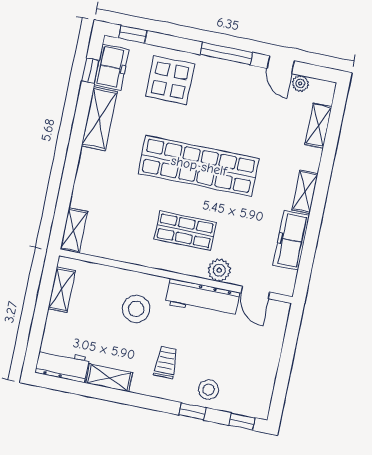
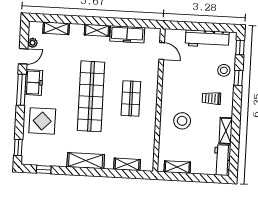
freezer: (111, 67) -> (34, 83), moved, turned 90
shelving: (99, 119) -> (86, 161), moved
shelving: (74, 230) -> (127, 164), moved
plant: (219, 270) -> (152, 75), removed
door: (255, 293) -> (162, 51), hinge flipped
workbench: (202, 298) -> (207, 39), moved, turned 90

